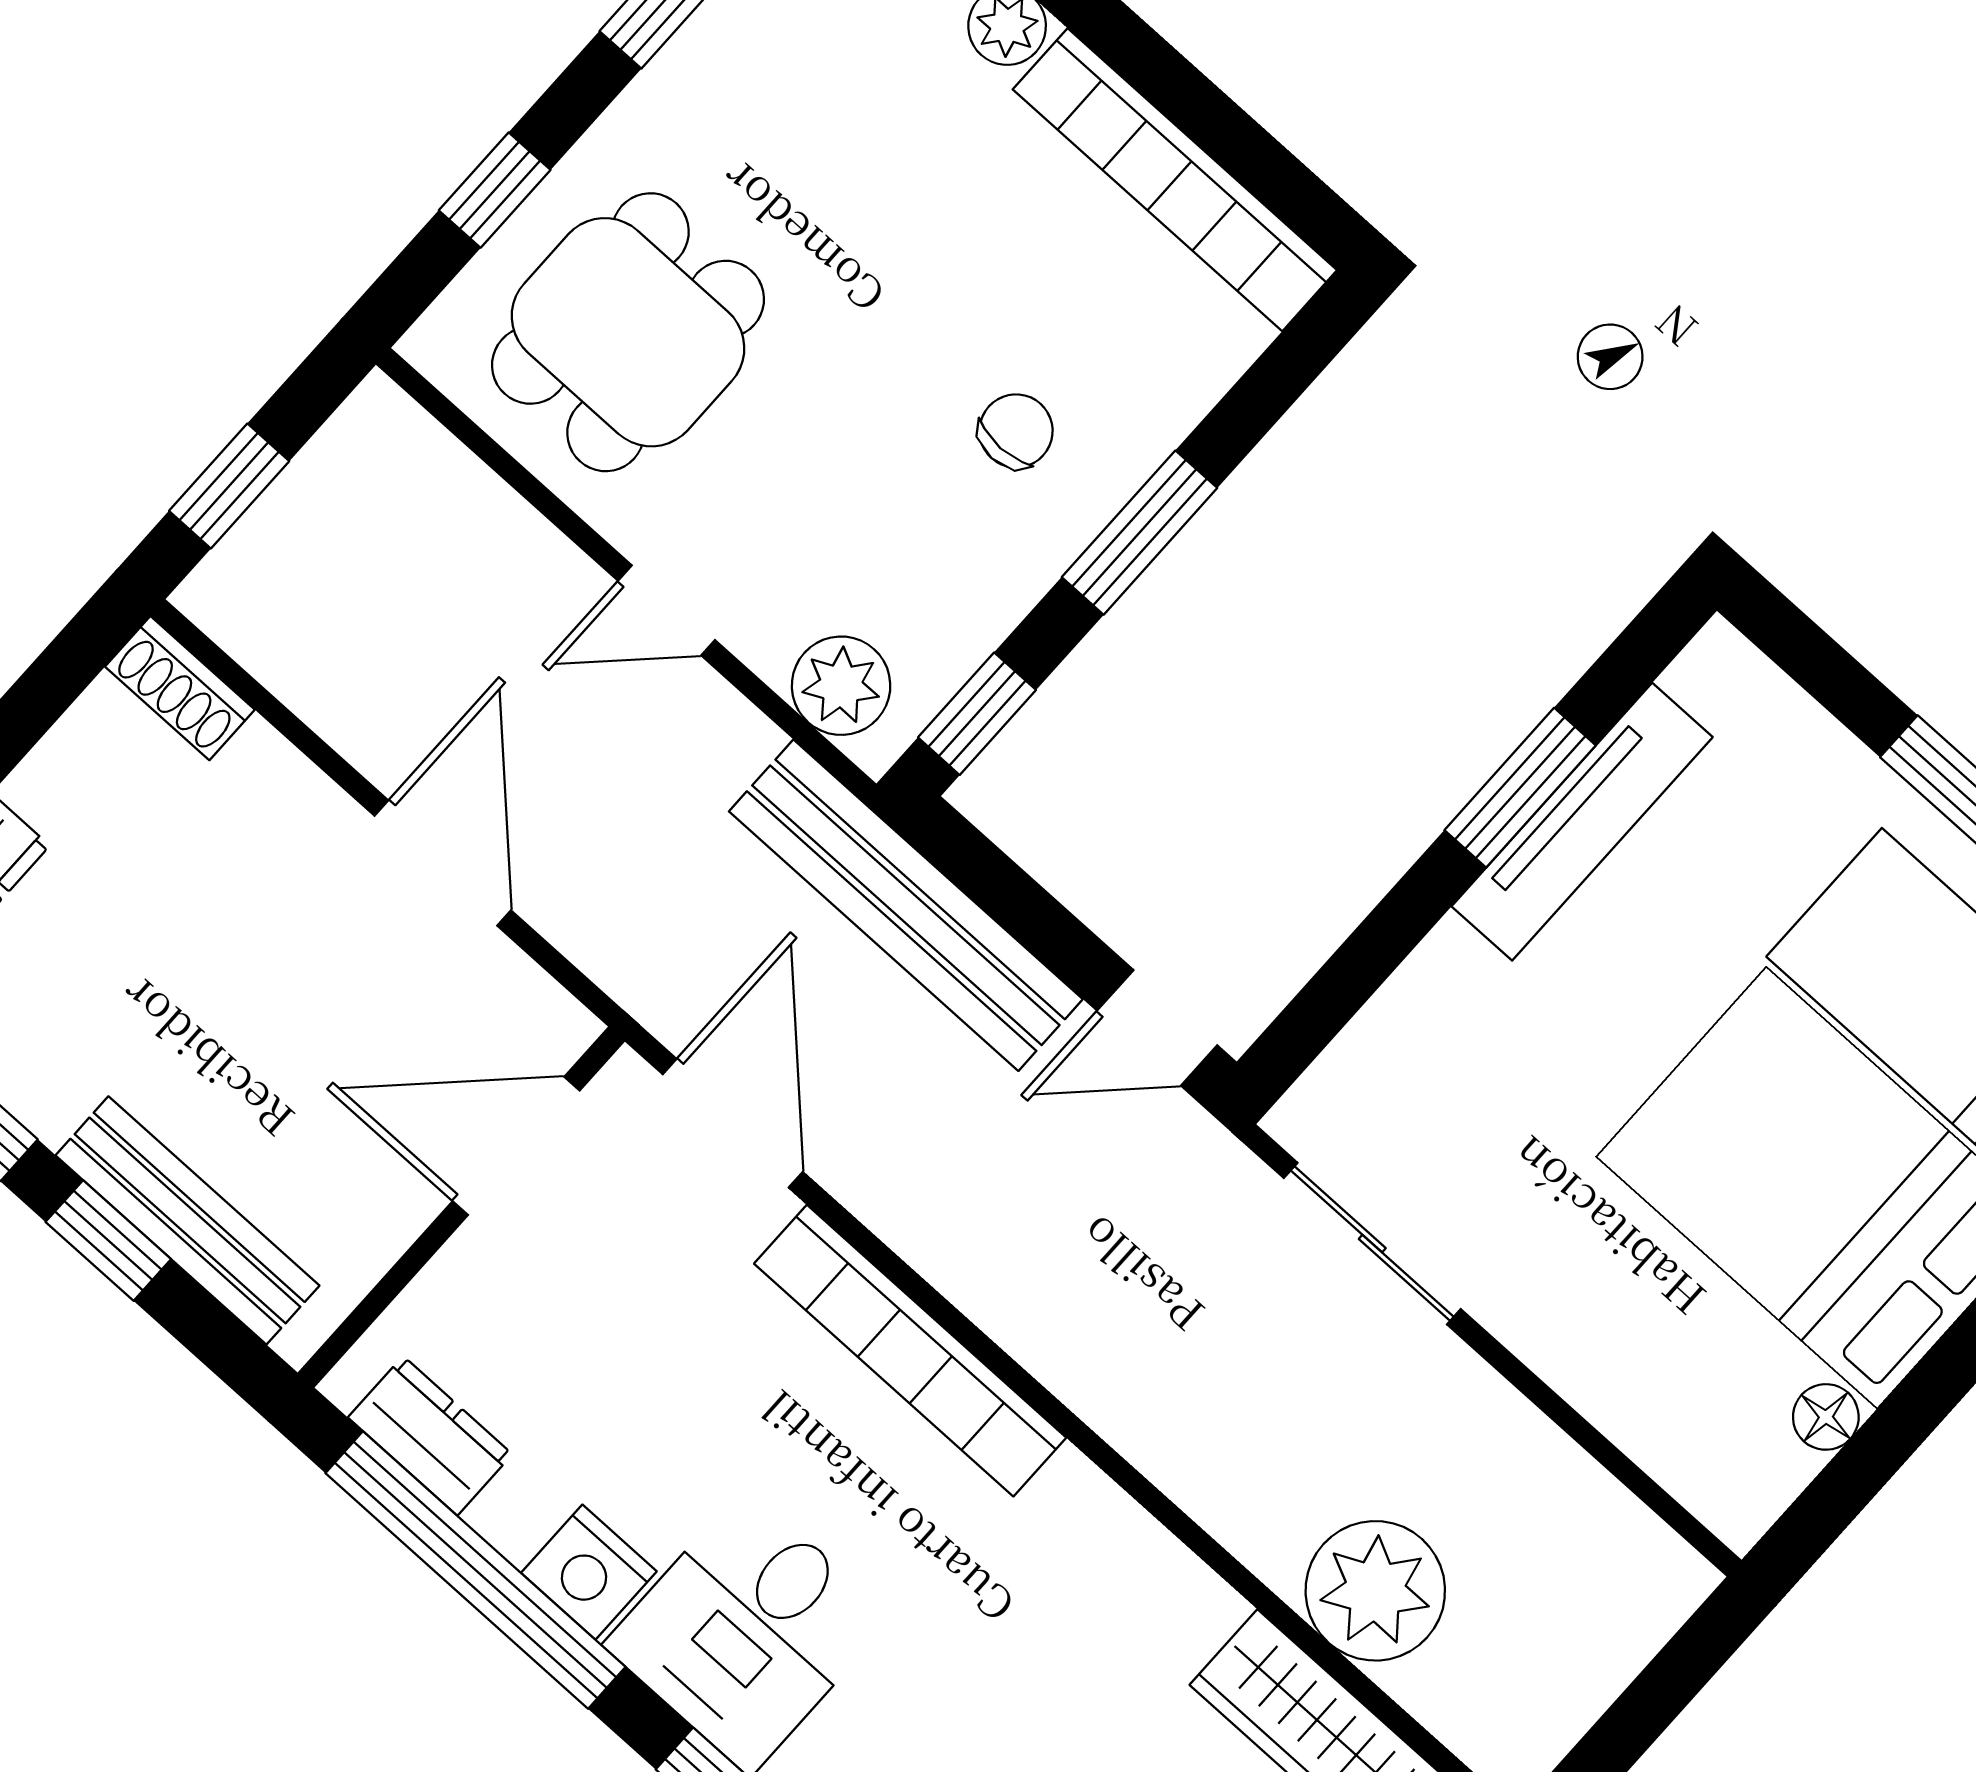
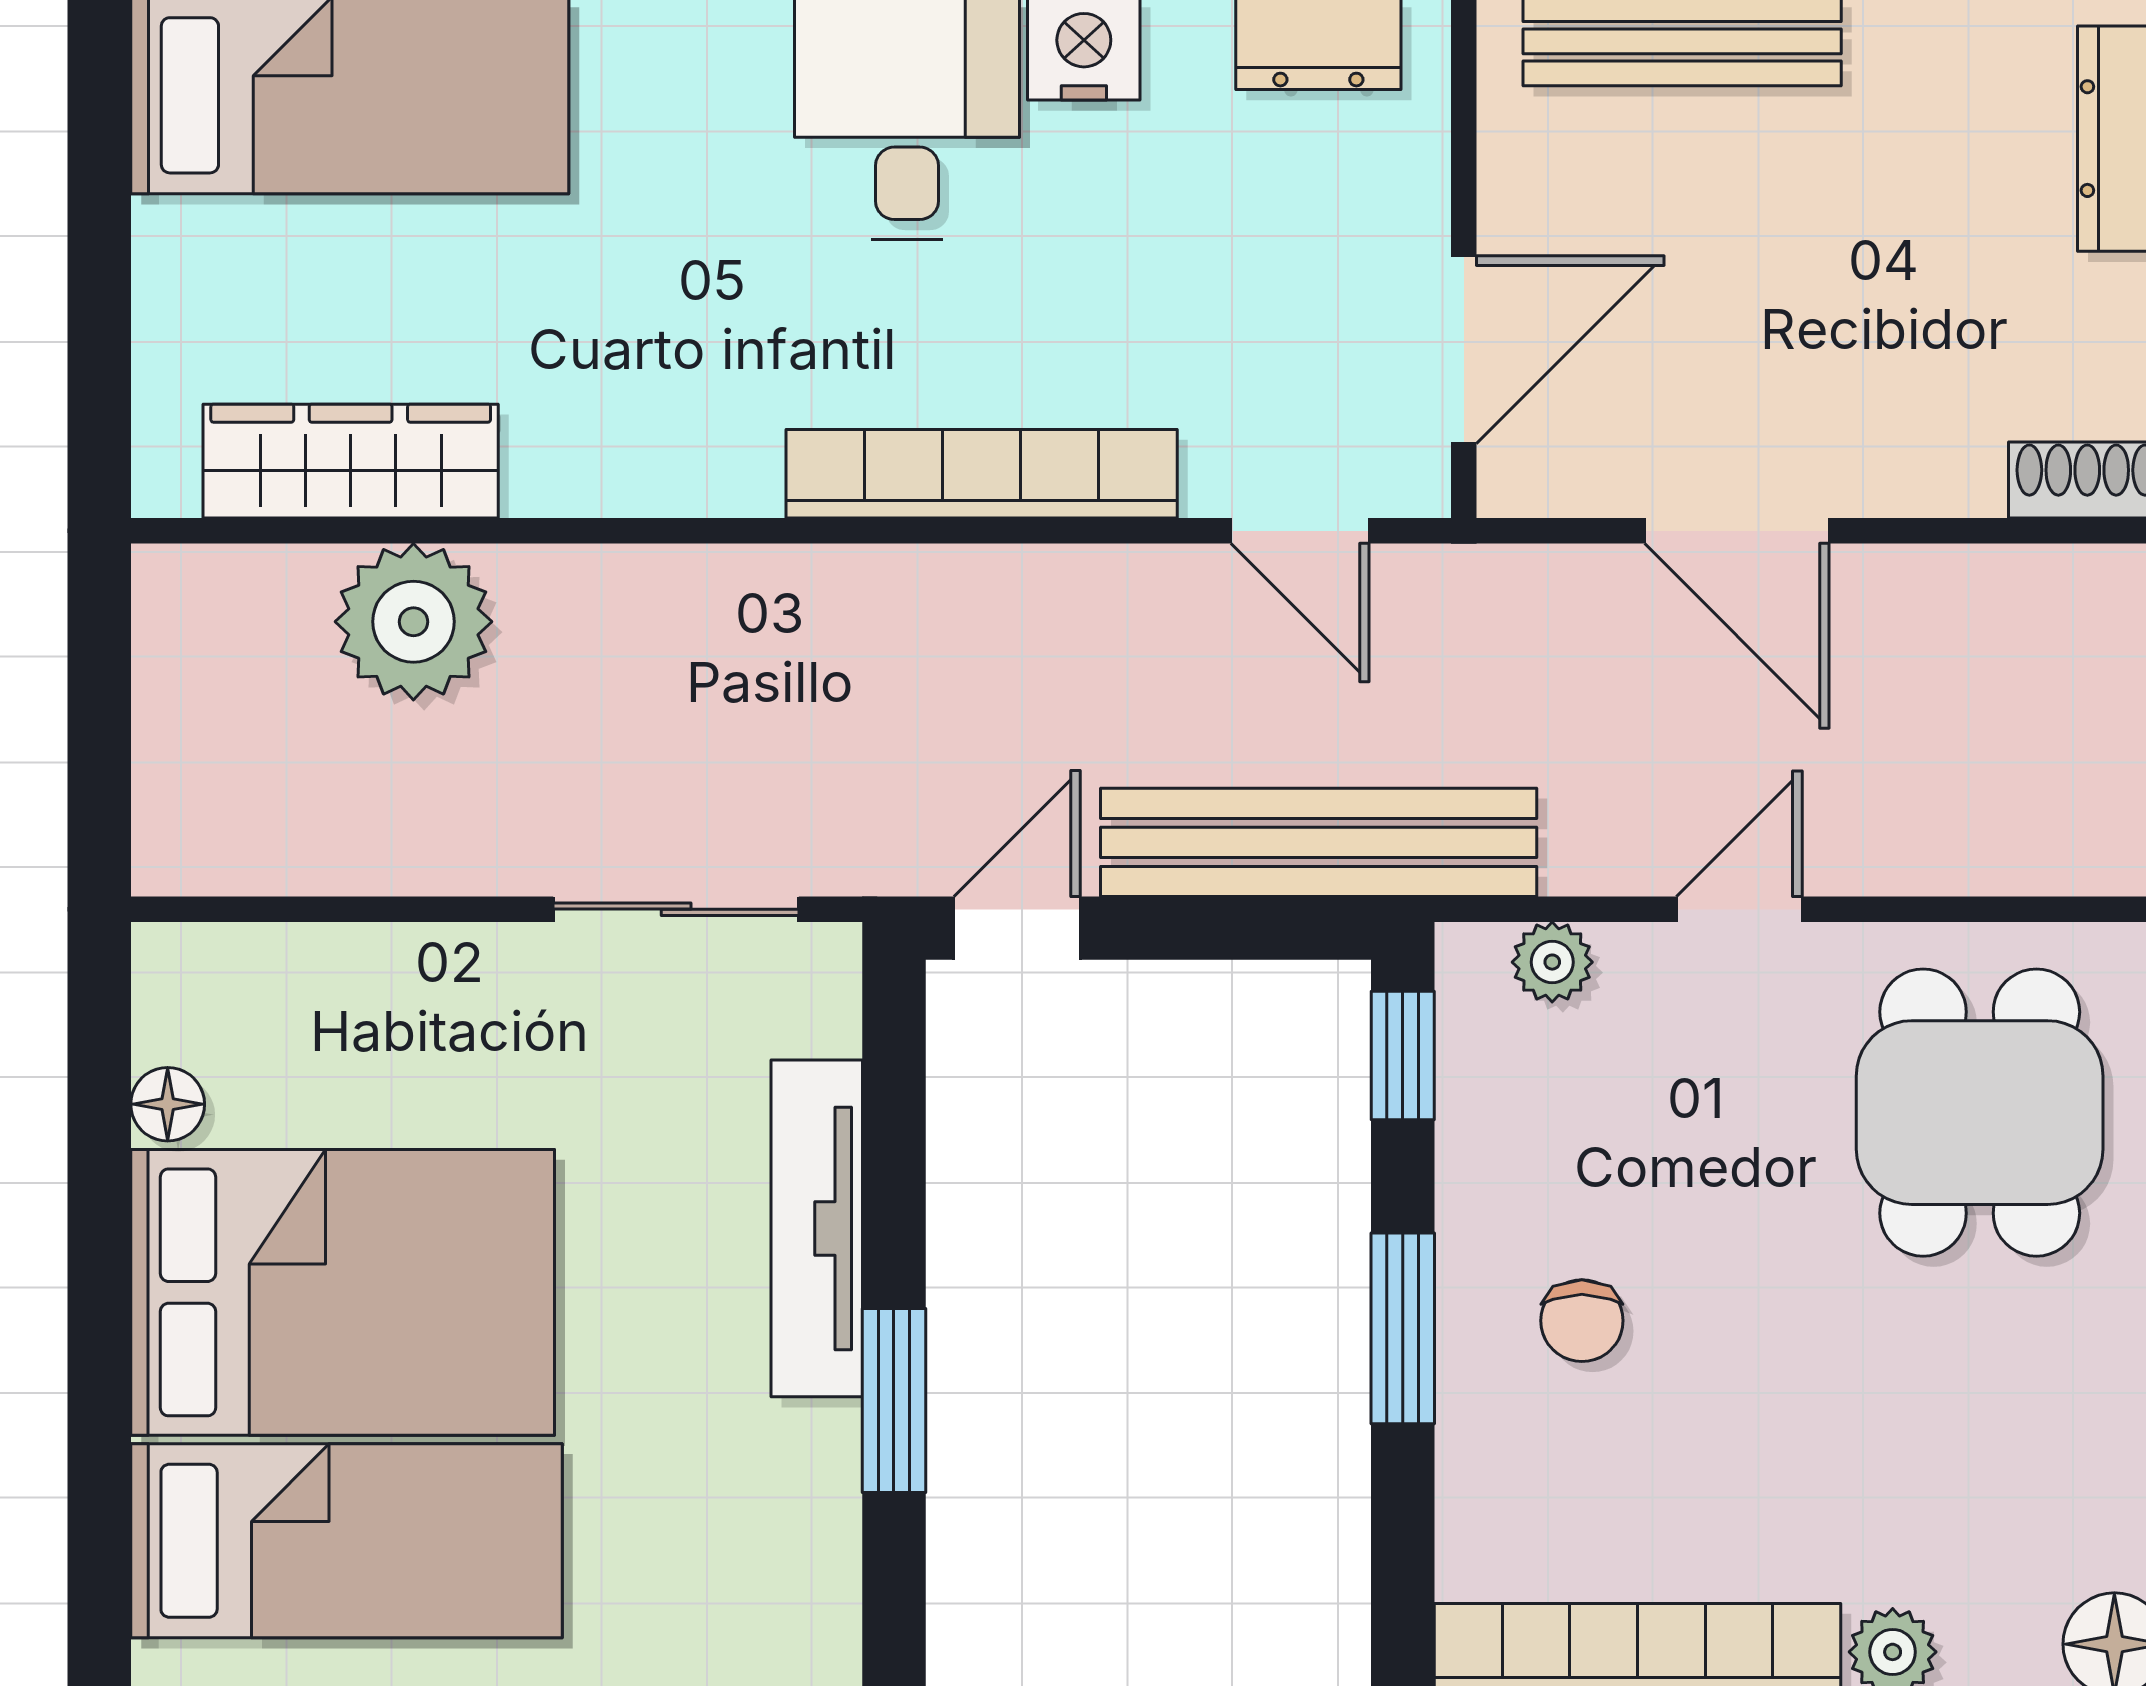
plant: (841, 686) -> (1552, 962), width x0.73, depth x0.73
tv unit: (1582, 822) -> (817, 1228), moved
door: (733, 1123) -> (1300, 531), width x0.73

